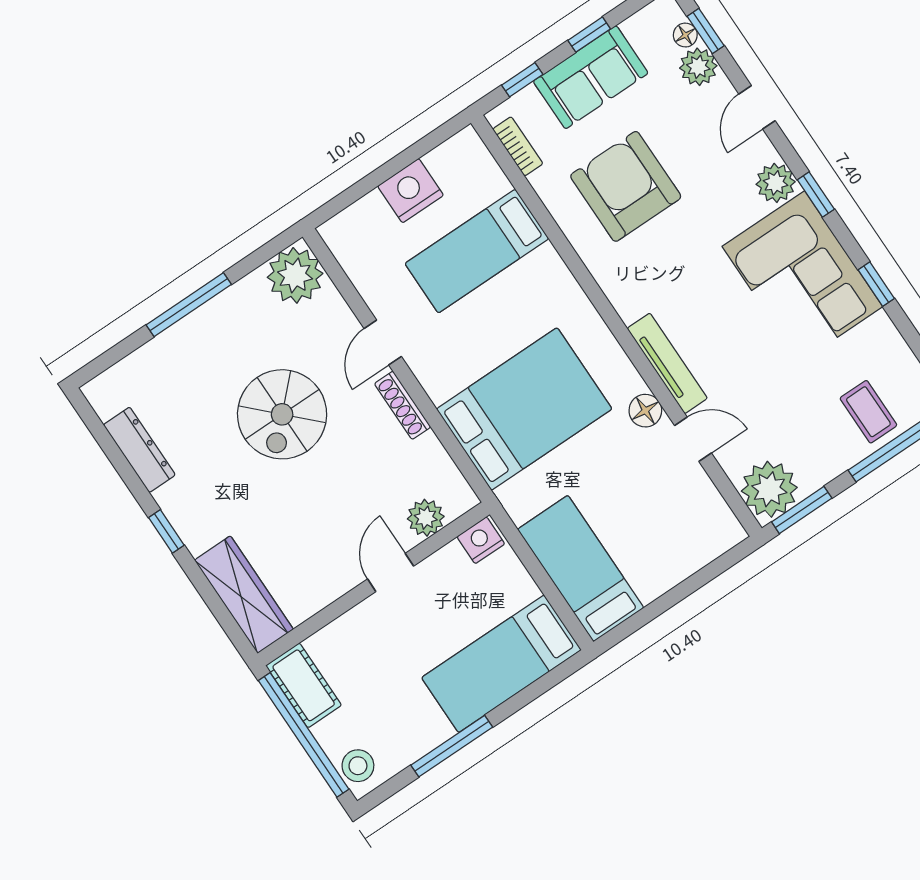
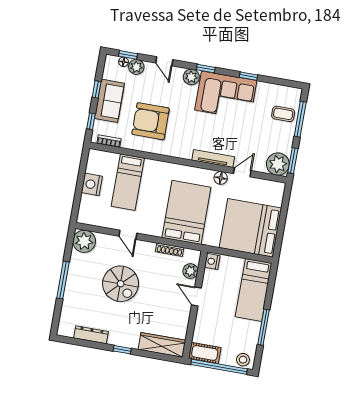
shoe rack: (403, 405) -> (170, 250), moved
bed: (581, 568) -> (250, 228), width x2.04

